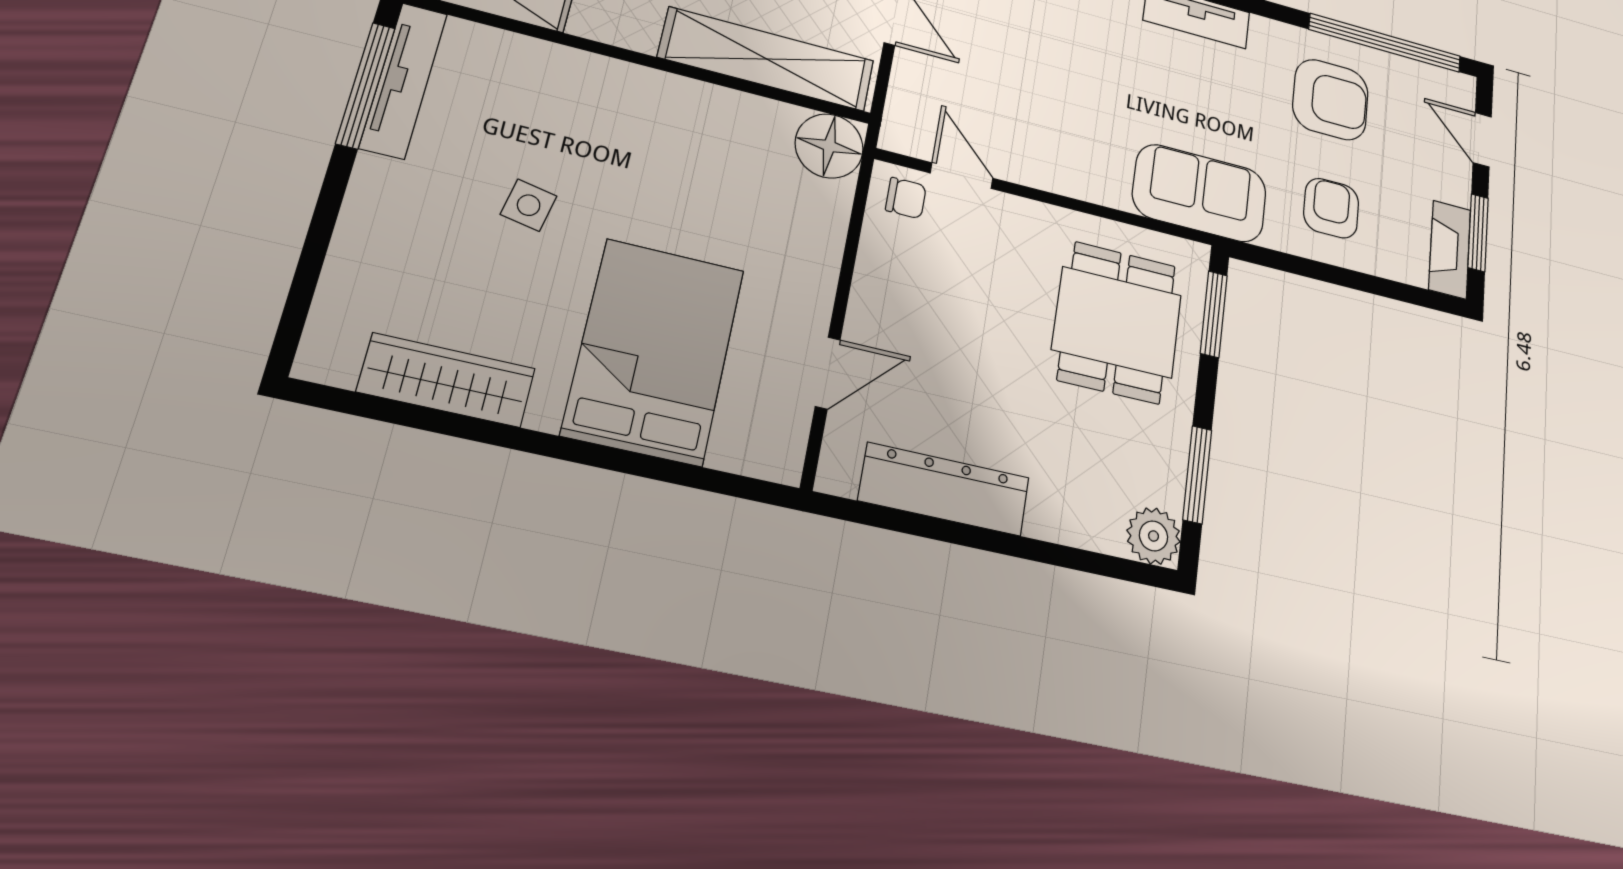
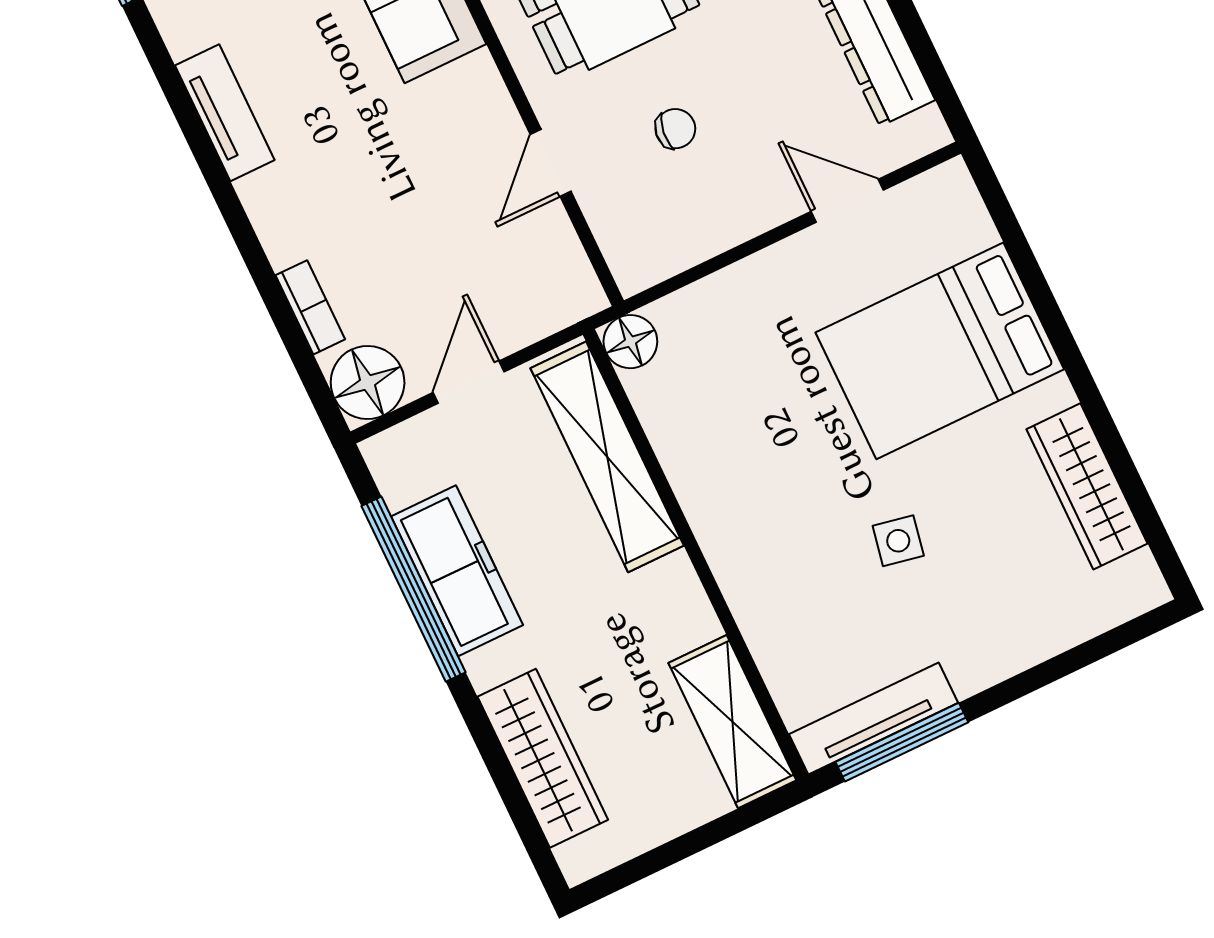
floor lamp: (829, 146) -> (630, 342), width x0.73, depth x0.73
door: (962, 176) -> (551, 163), moved
chair: (906, 198) -> (675, 129), moved, turned 97

